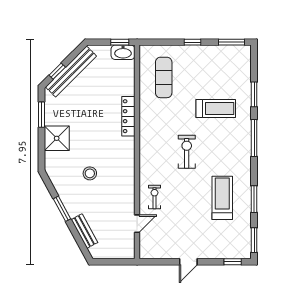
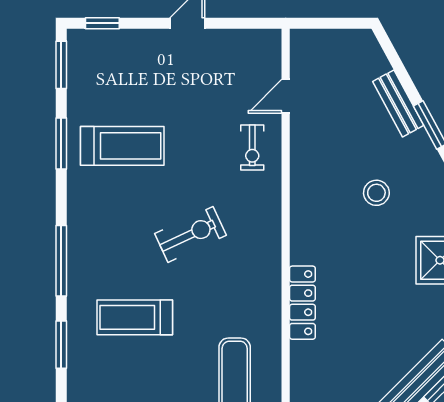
exercise bike: (187, 152) -> (190, 234), turned -115
treadmill: (222, 198) -> (122, 146), turned -90
bench: (84, 231) -> (398, 103), moved

